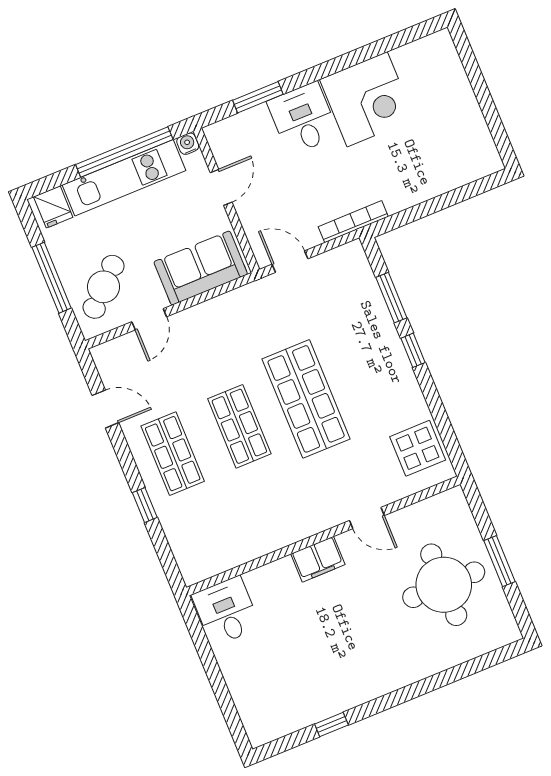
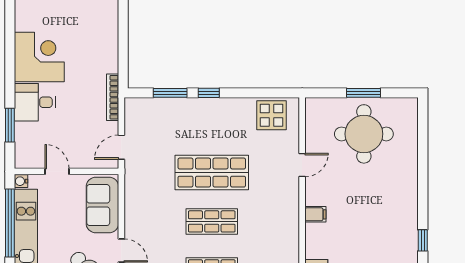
filing cabinet: (318, 559) -> (315, 214), width x0.50

